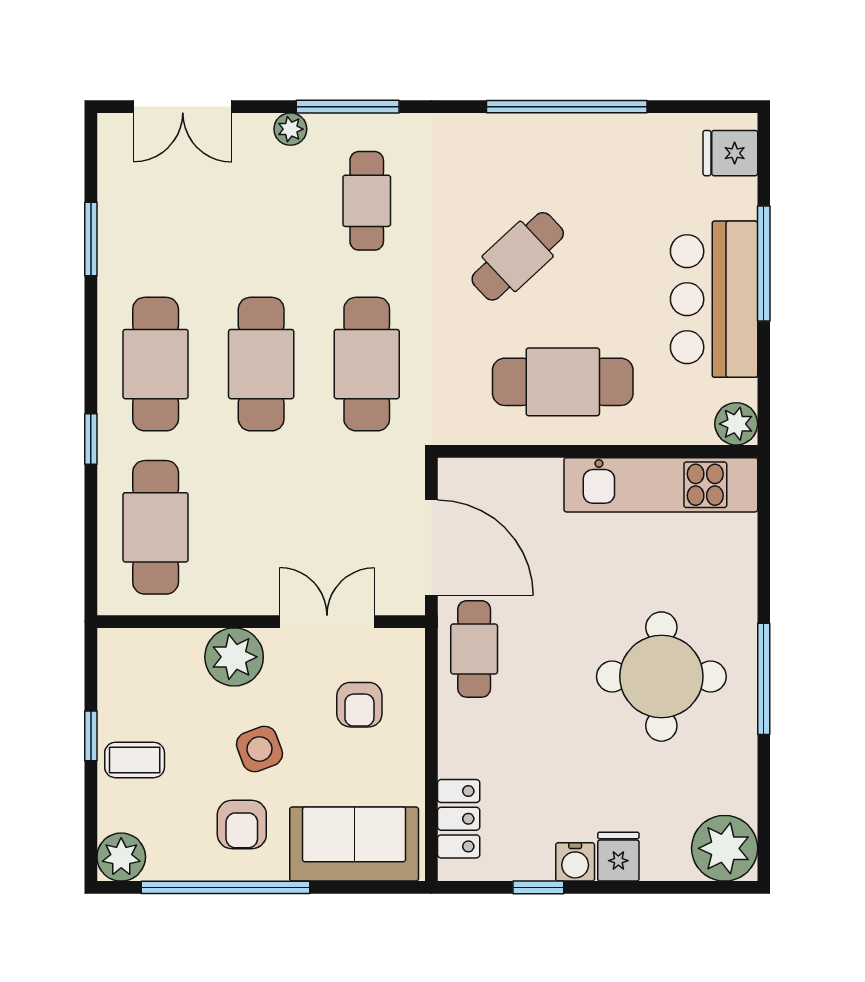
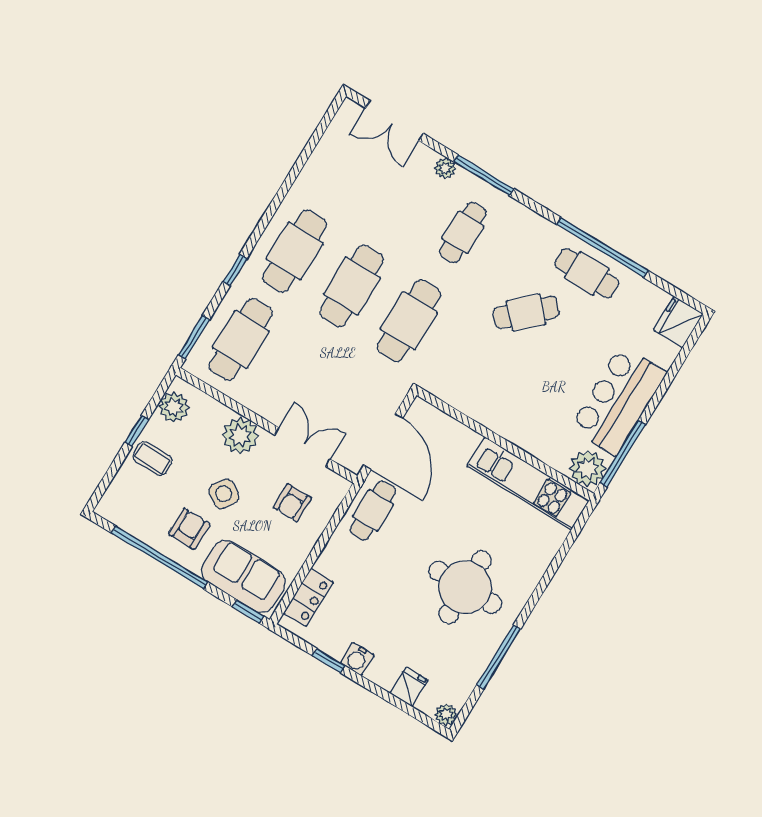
fridge: (730, 153) -> (678, 322), width x1.38
window: (91, 239) -> (194, 337), moved
window: (764, 263) -> (623, 454), moved
cafe table: (563, 382) -> (587, 273), moved, width x0.73, depth x0.74
plant: (736, 424) -> (588, 468), width x1.36, depth x1.36
window: (764, 679) -> (499, 657), moved
side table: (260, 749) -> (224, 494), turned -37
armchair: (242, 824) -> (189, 529), turned 180
plant: (725, 848) -> (446, 714), width x0.53, depth x0.53
plant: (121, 857) -> (174, 407), moved
fridge: (618, 857) -> (409, 687), moved
window: (389, 887) -> (248, 612), added

